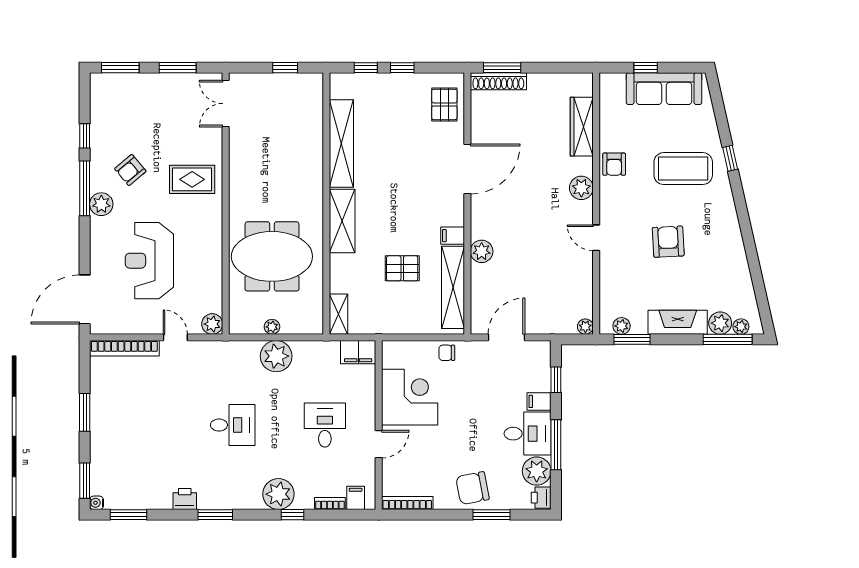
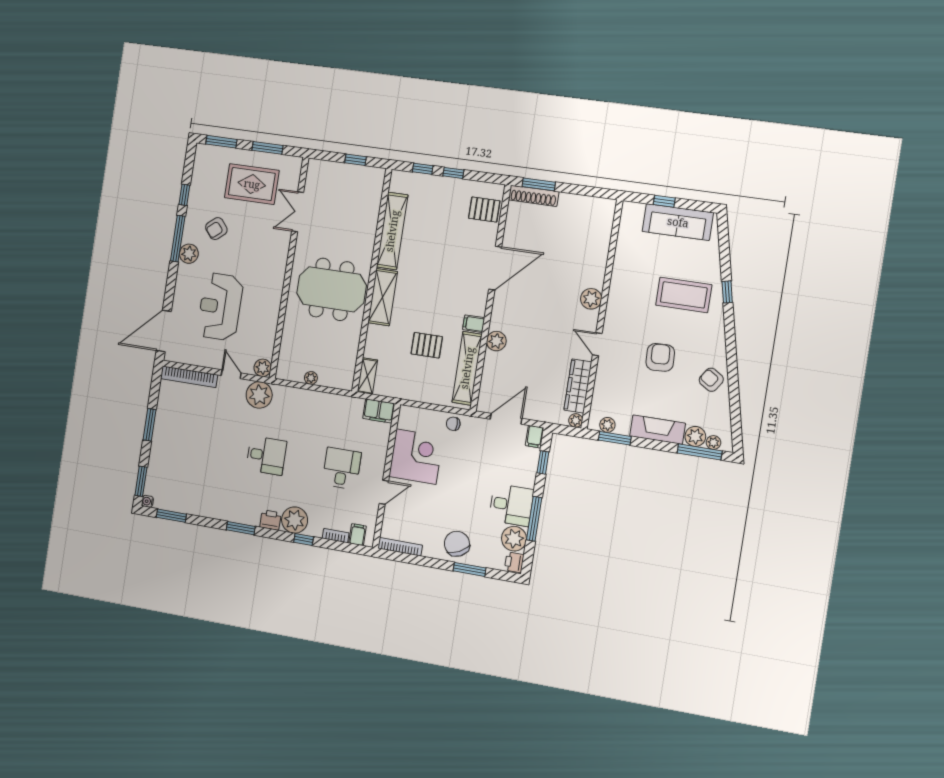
double door: (226, 104) -> (298, 212), moved
pallet: (444, 104) -> (484, 210), turned 90
wardrobe: (582, 127) -> (578, 386), moved
armchair: (614, 164) -> (711, 380), moved, turned 123
rug: (192, 179) -> (252, 184), moved, width x1.36, depth x1.43
meeting table: (272, 256) -> (331, 289), moved
plant: (276, 356) -> (259, 395), moved
filing cabinet: (539, 401) -> (535, 437), moved, turned -90
chair: (473, 488) -> (457, 544), turned 74
printer: (185, 499) -> (270, 520), moved

